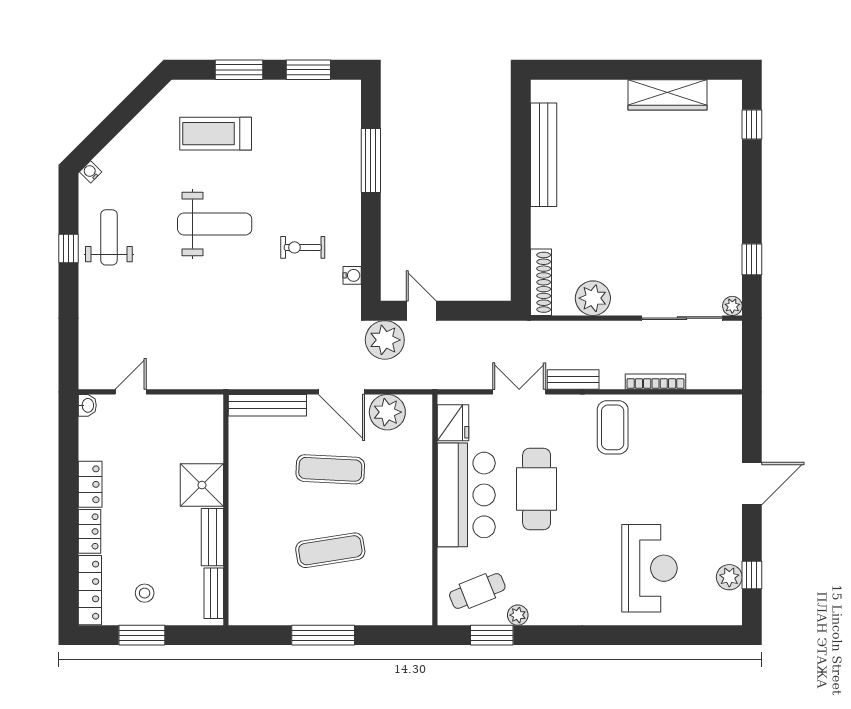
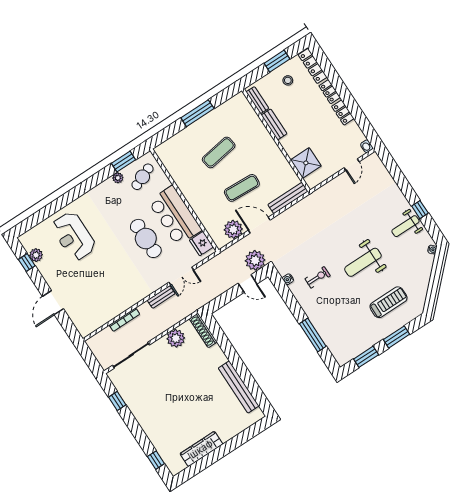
weight bench: (109, 237) -> (405, 226), turned 90
plant: (732, 306) -> (112, 375), removed
coffee table: (613, 427) -> (130, 287), removed
shower: (202, 485) -> (306, 163), moved

